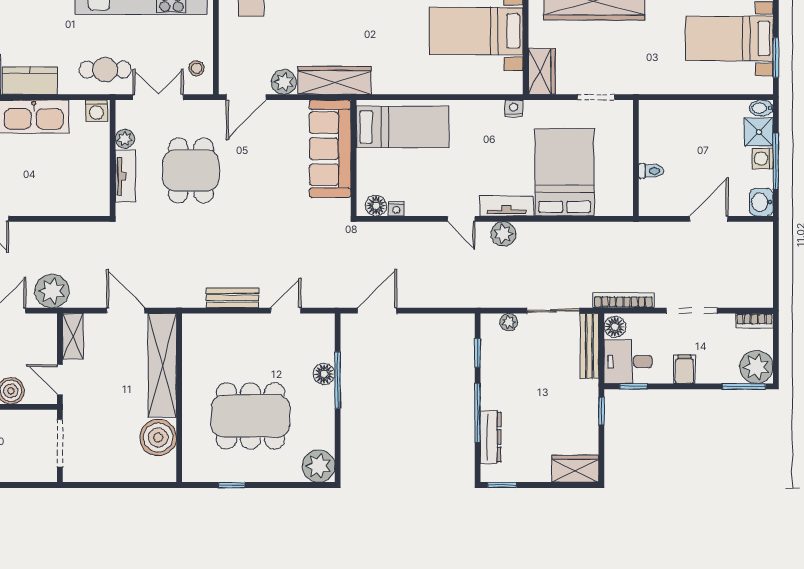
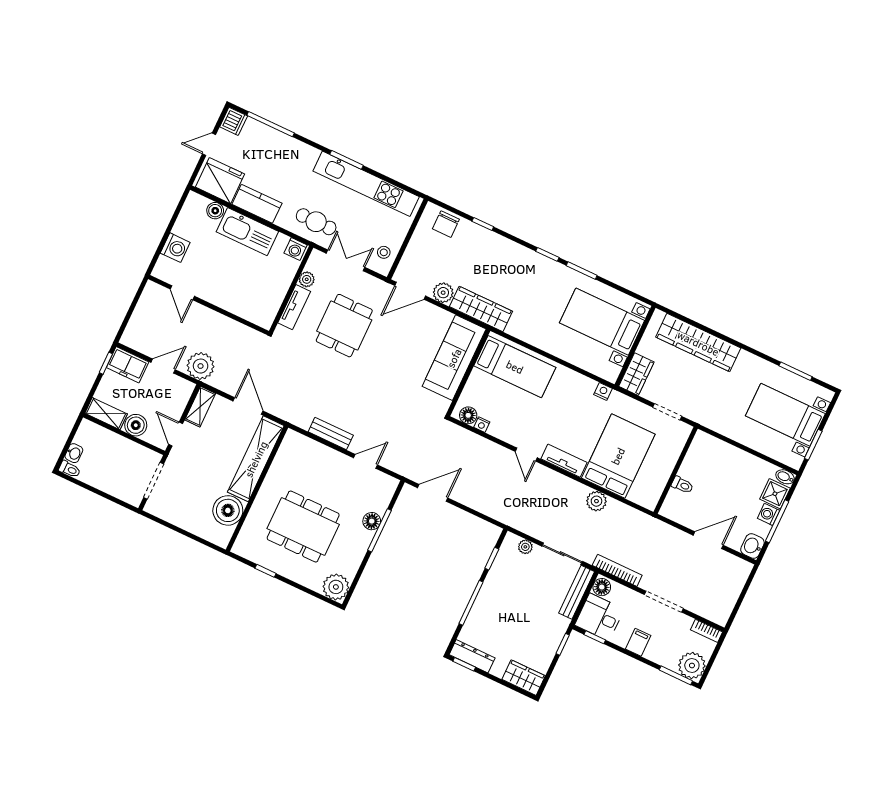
plant: (503, 234) -> (596, 501), moved
dresser: (491, 437) -> (472, 656), moved, turned -90

